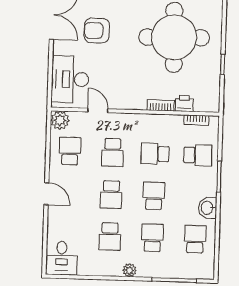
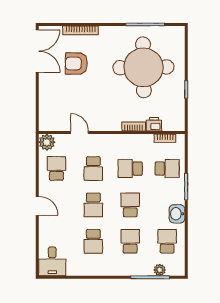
desk: (70, 79) -> (55, 106), removed
plant: (129, 270) -> (160, 270), moved

